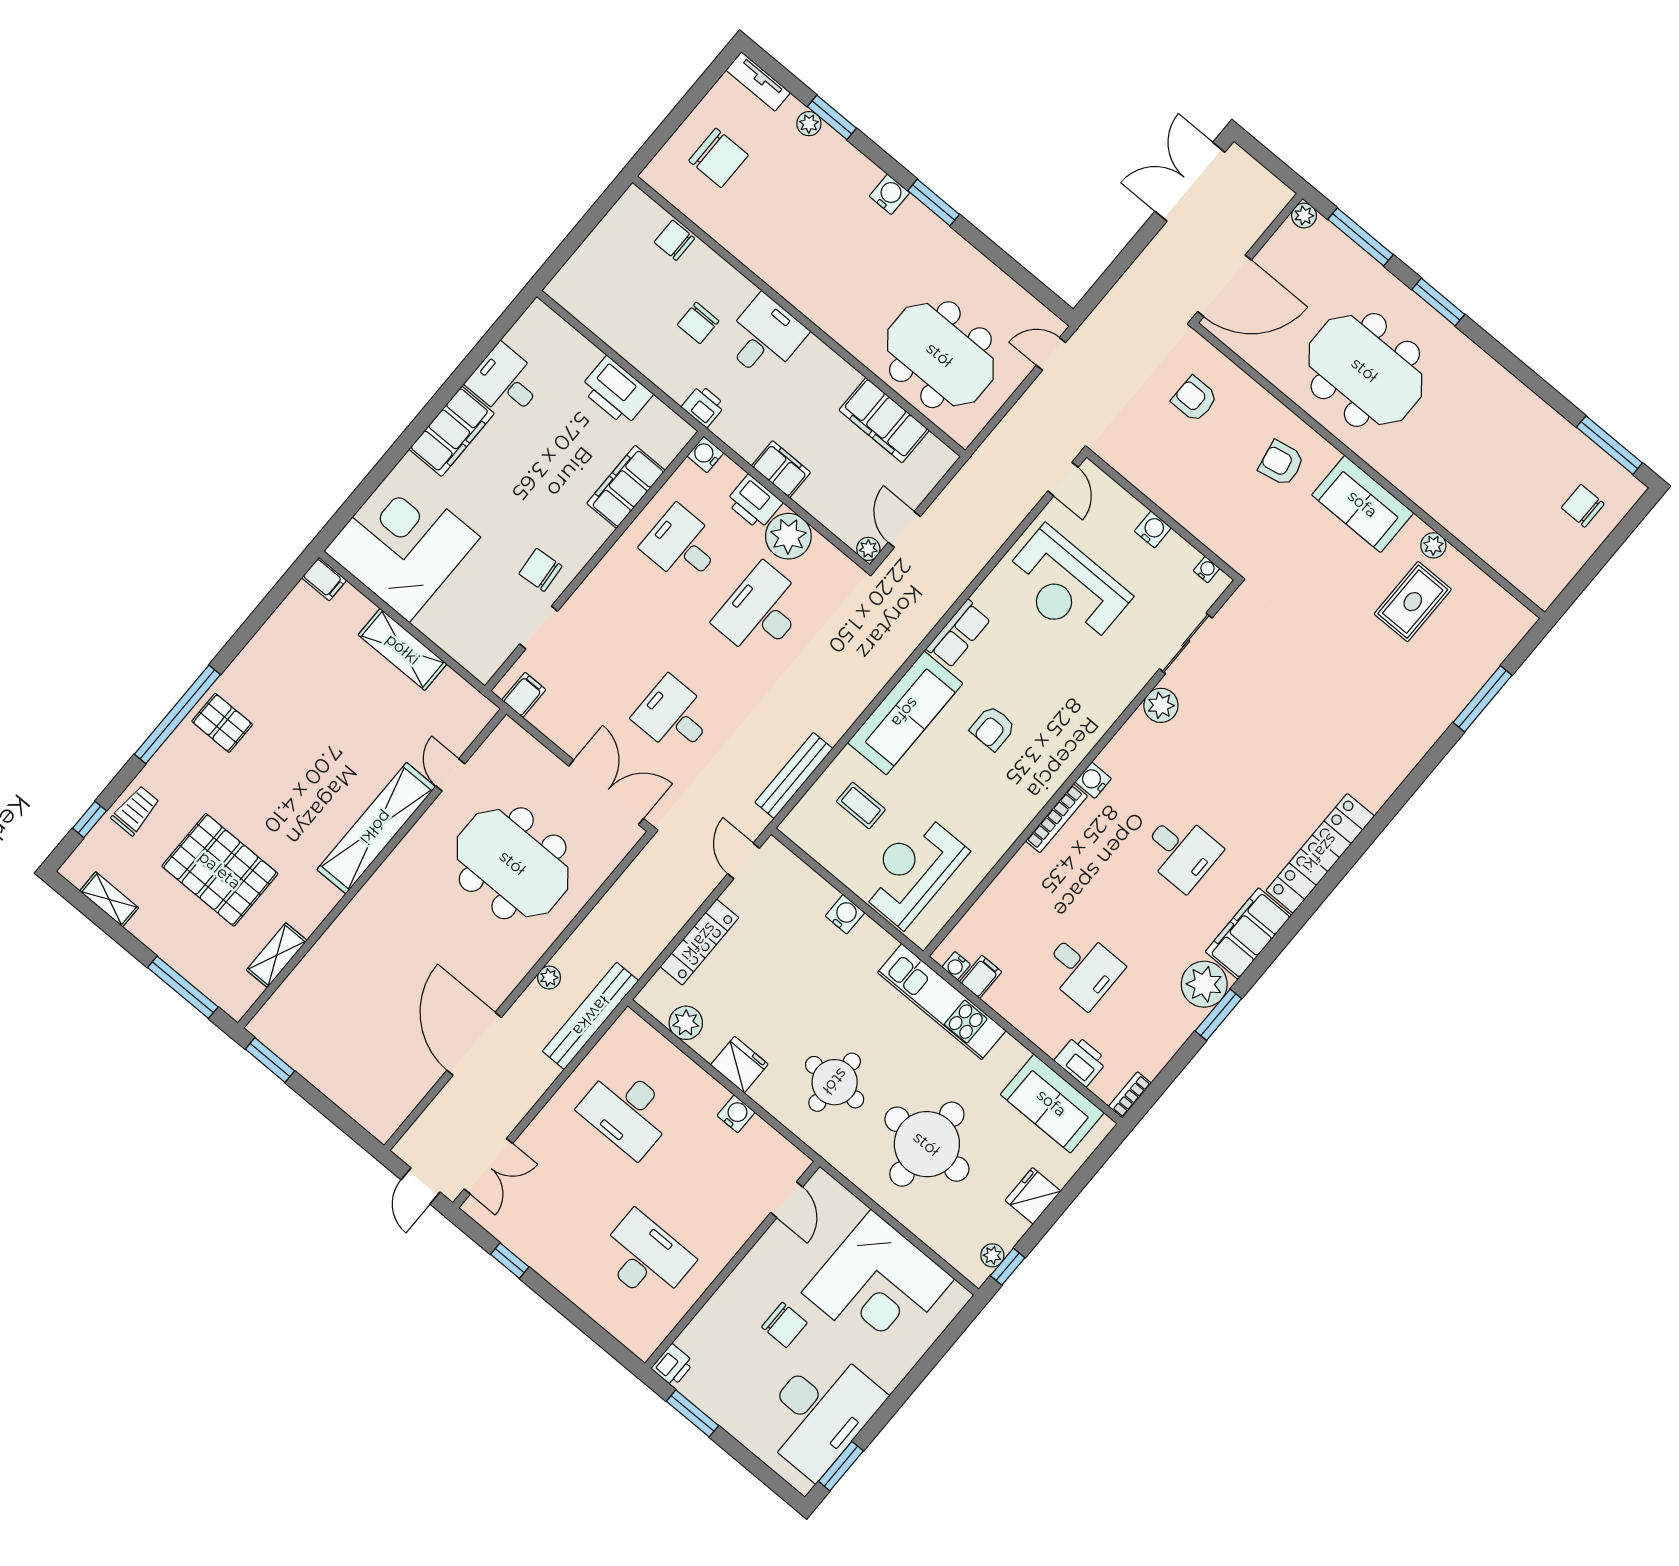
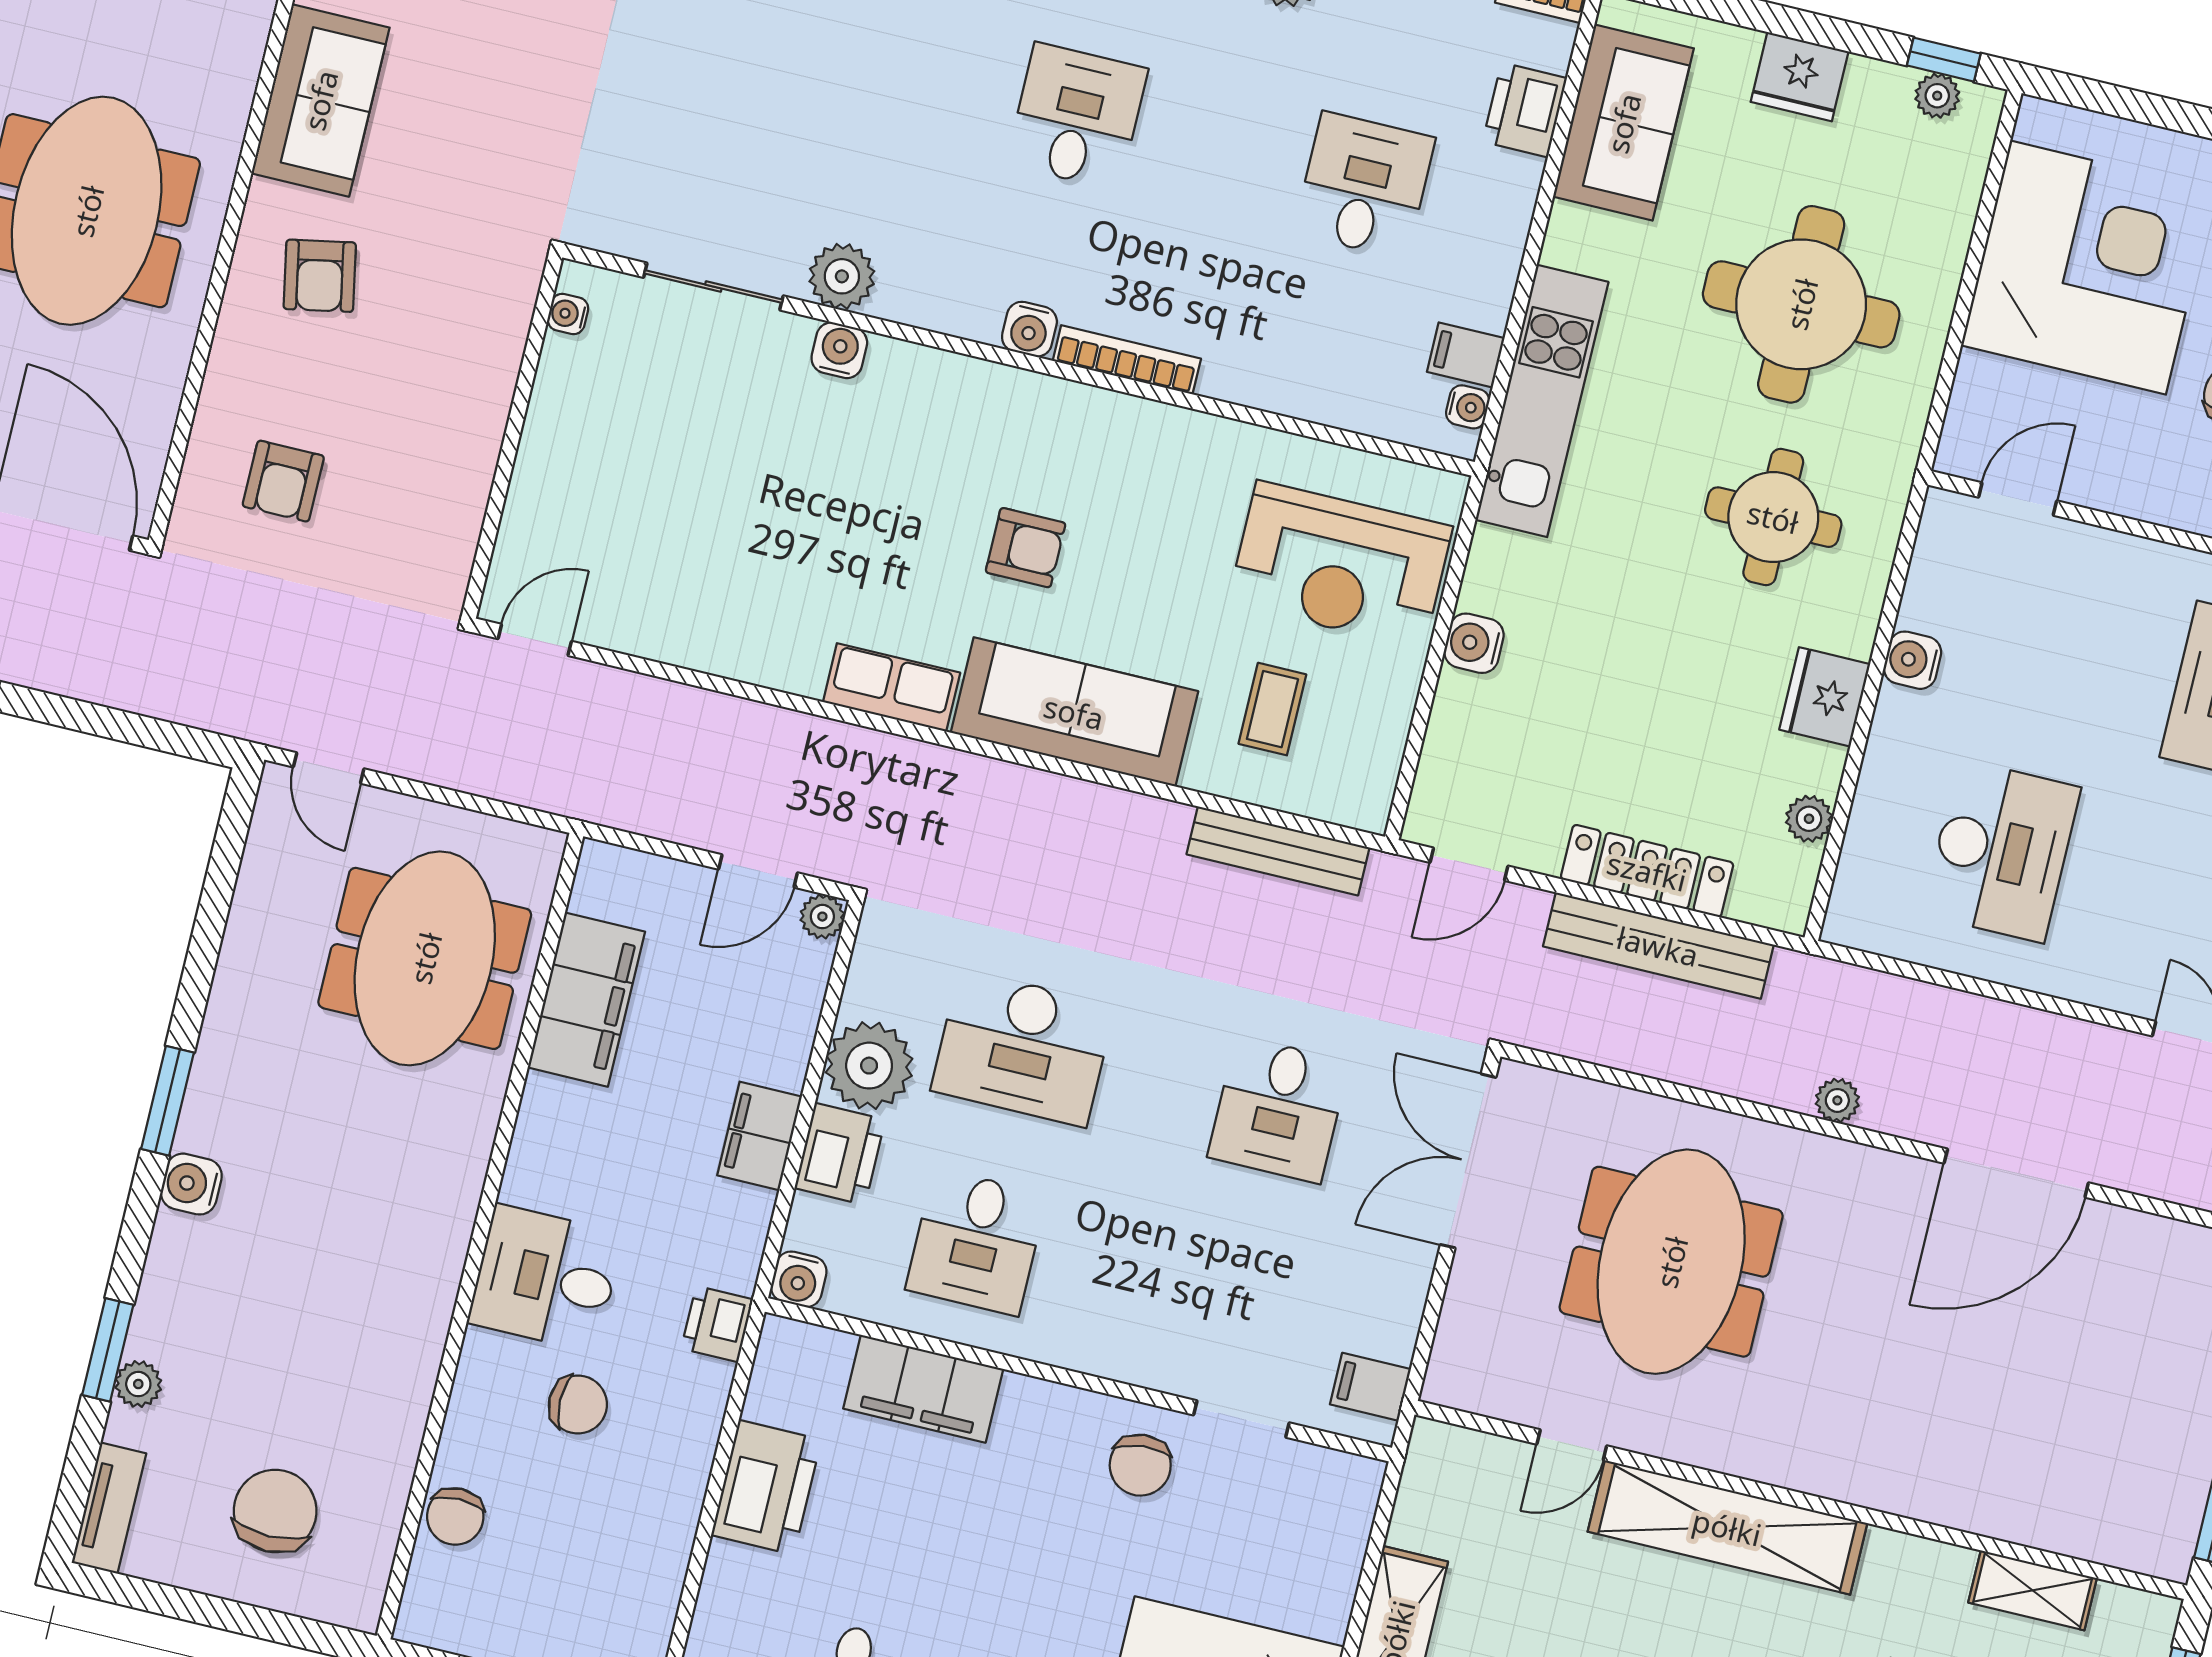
water cooler: (1153, 529) -> (839, 350), moved, turned 90
reception desk: (1066, 587) -> (719, 542), removed
bench: (591, 1016) -> (1658, 946), moved
plant: (686, 1023) -> (1809, 819), width x0.73, depth x0.73

